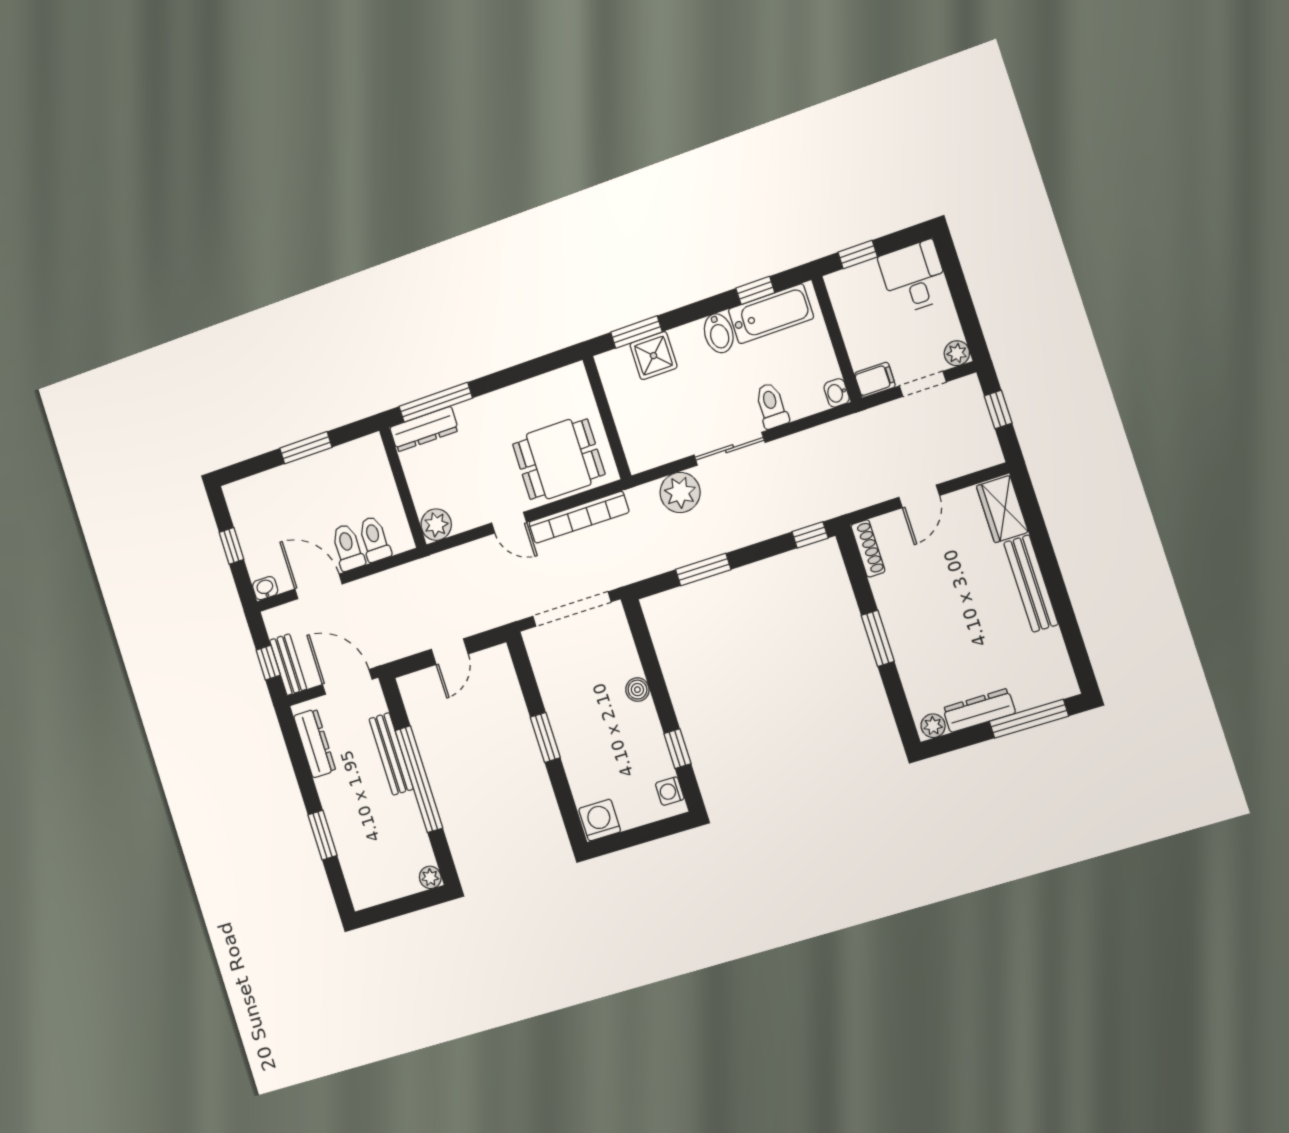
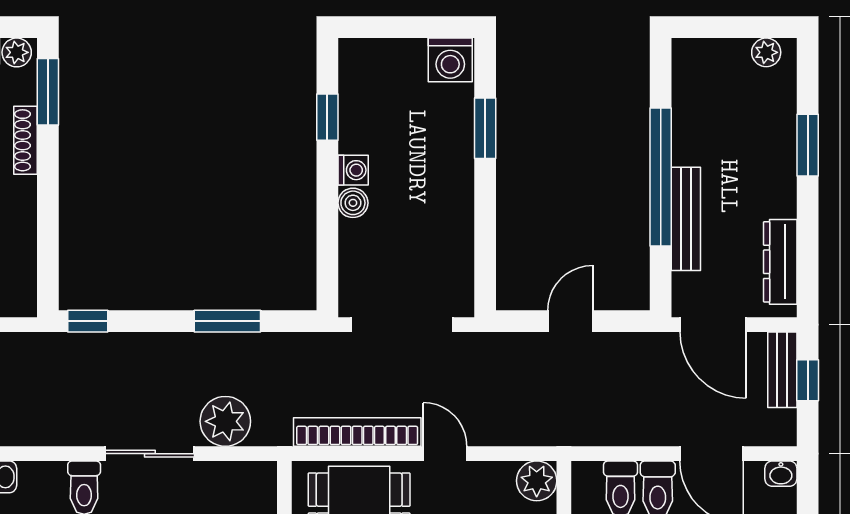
shoe rack: (868, 548) -> (26, 140), moved
window: (878, 638) -> (48, 92), moved
window: (545, 737) -> (485, 128), moved
washing machine: (670, 791) -> (353, 170), moved
plant: (430, 877) -> (766, 52), moved

